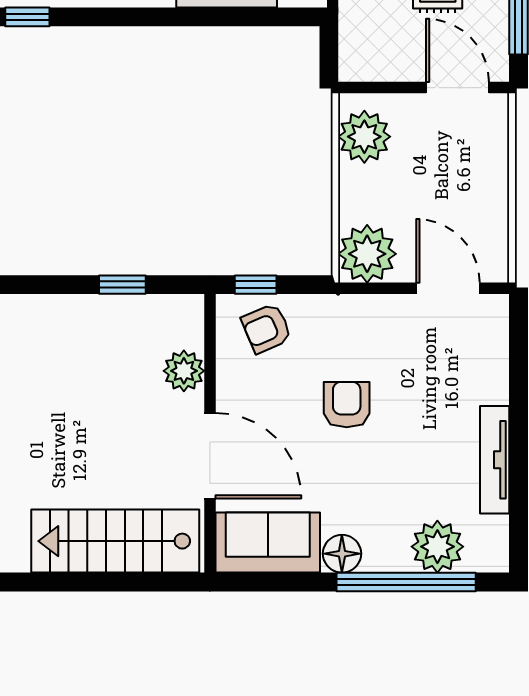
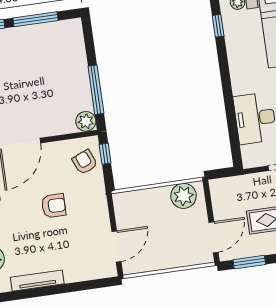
plant: (367, 254) -> (127, 205), removed
window: (122, 285) -> (96, 90), width x2.17
plant: (184, 371) -> (86, 121), moved

